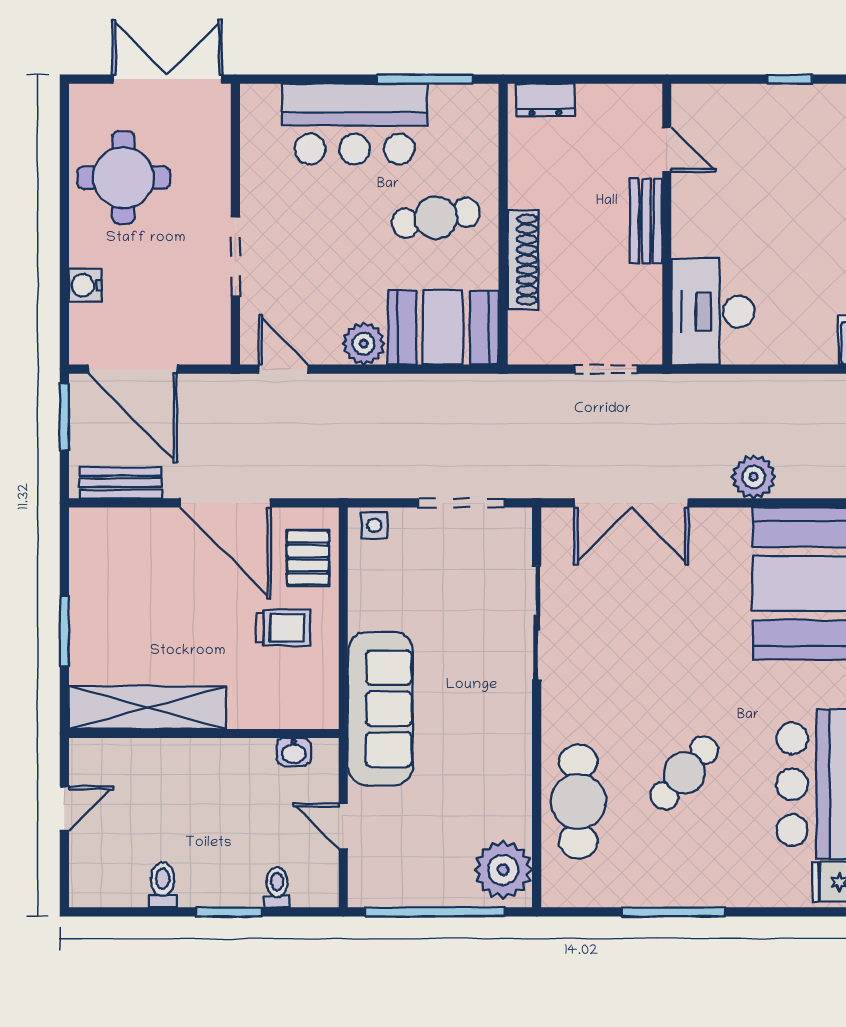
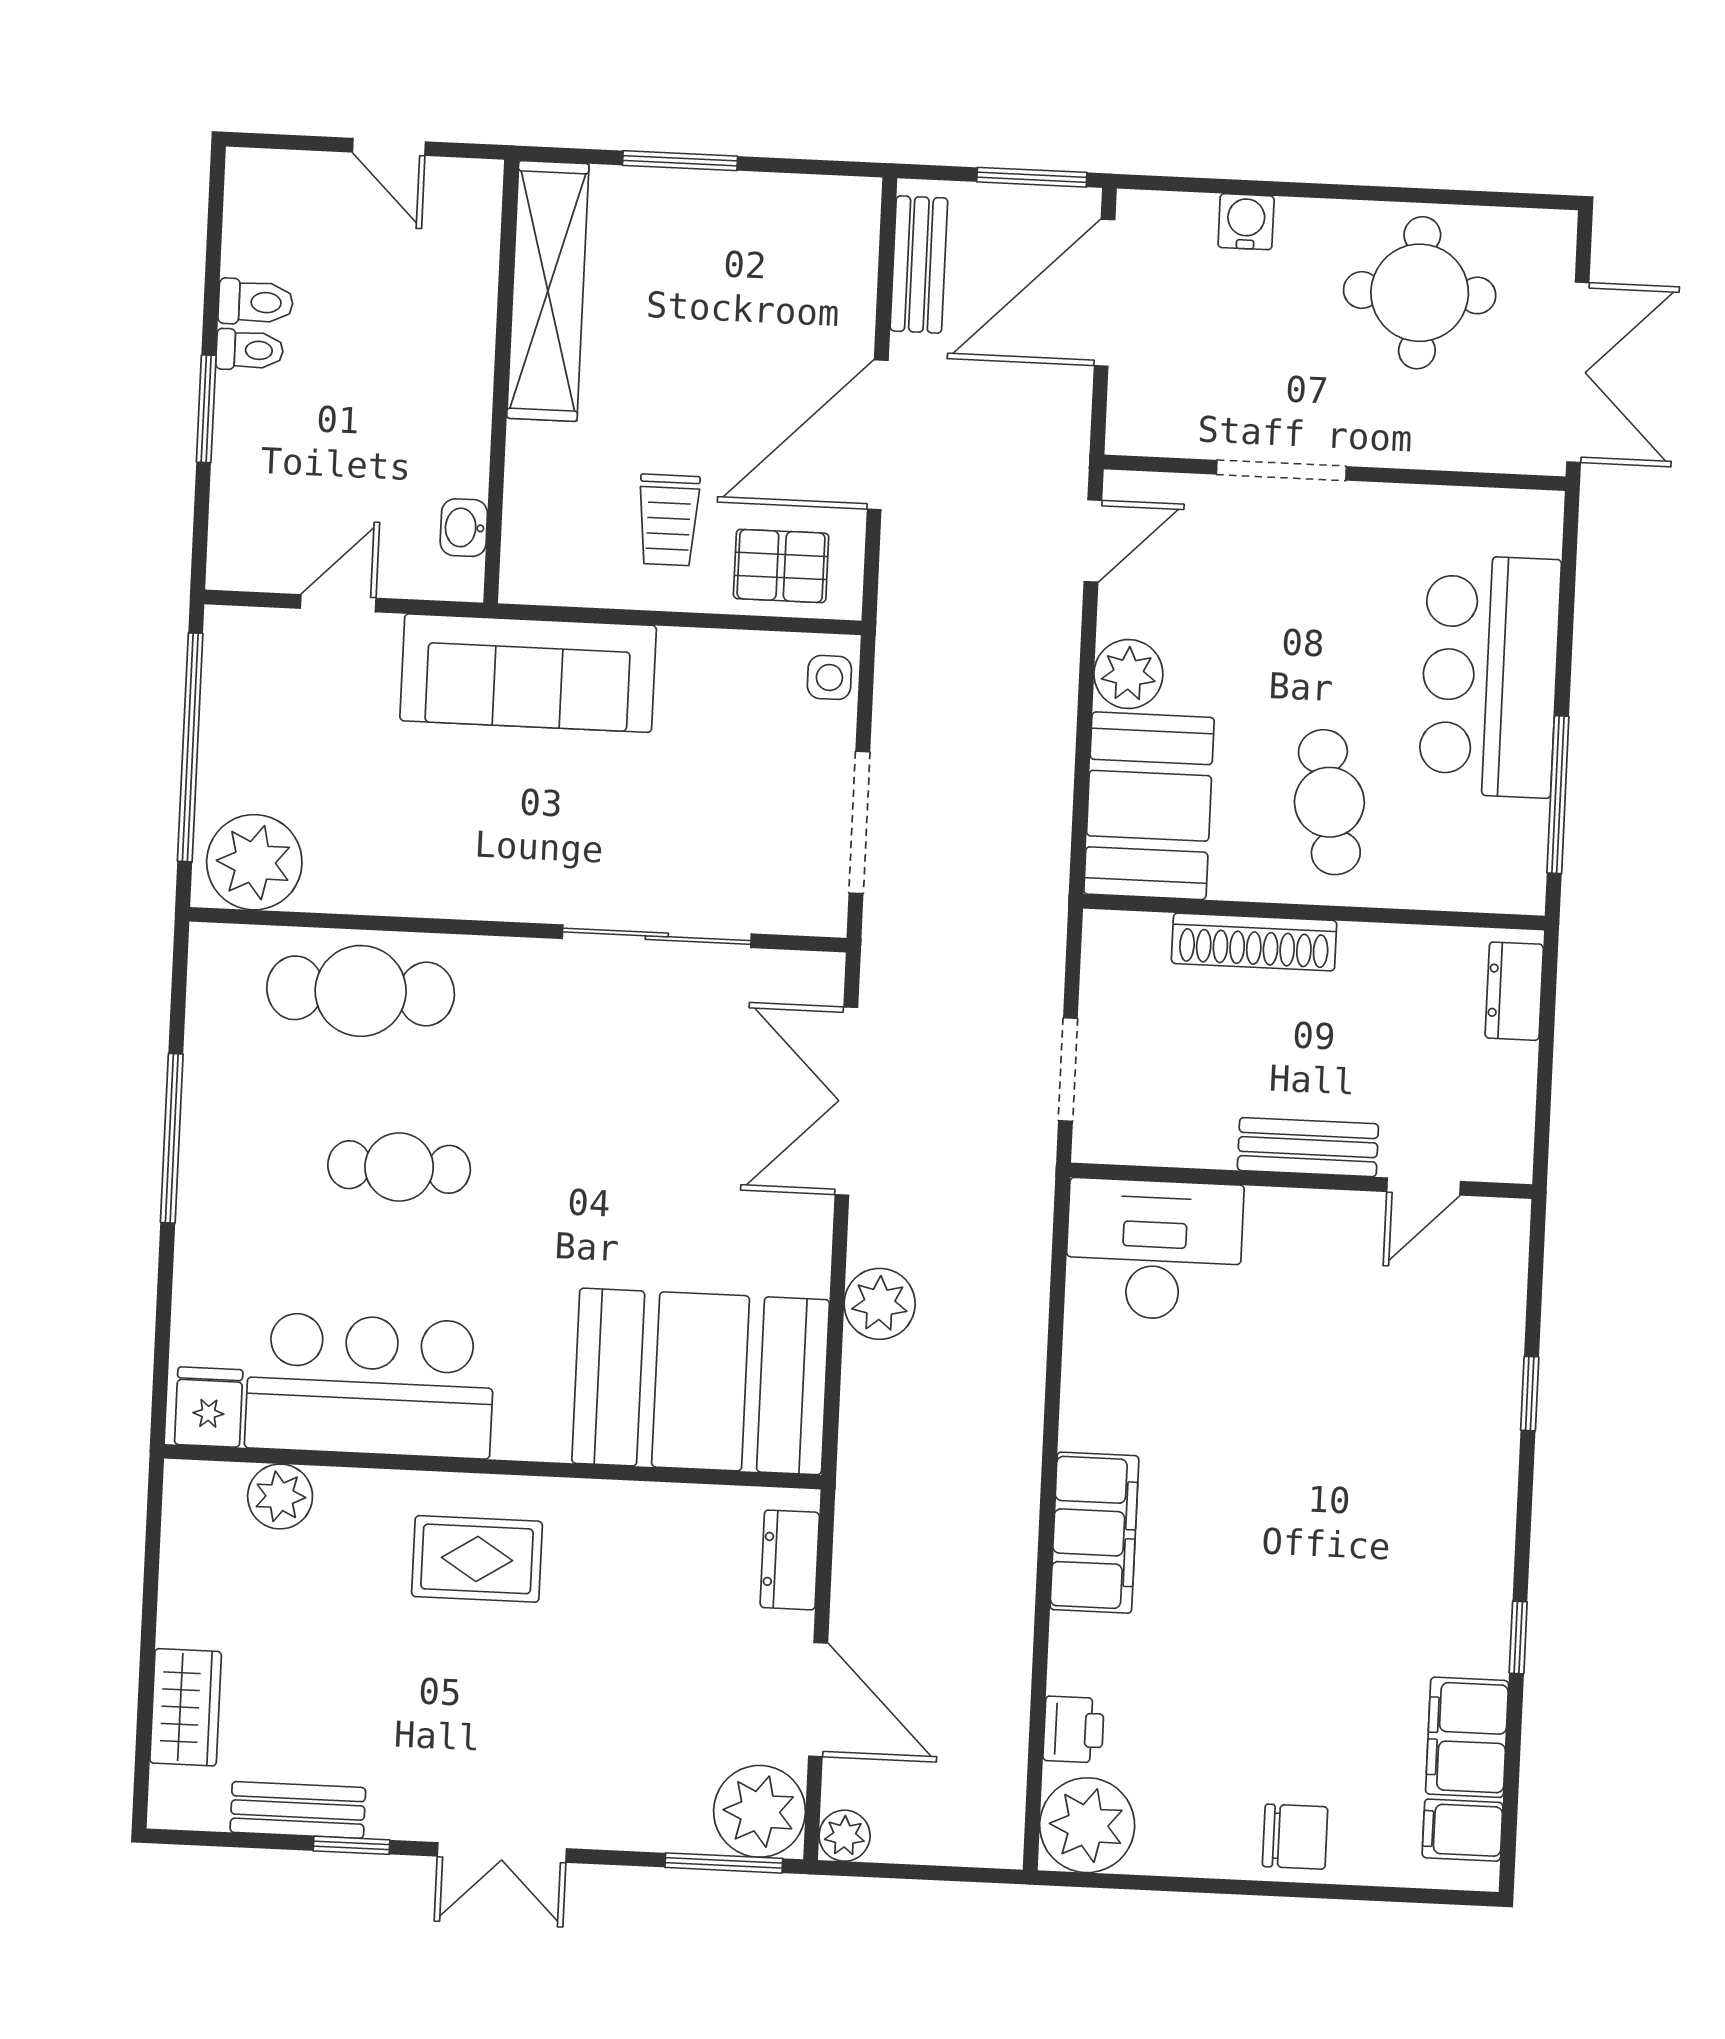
cafe table: (684, 773) -> (399, 1167), turned -41
toilet: (277, 887) -> (250, 350), moved

